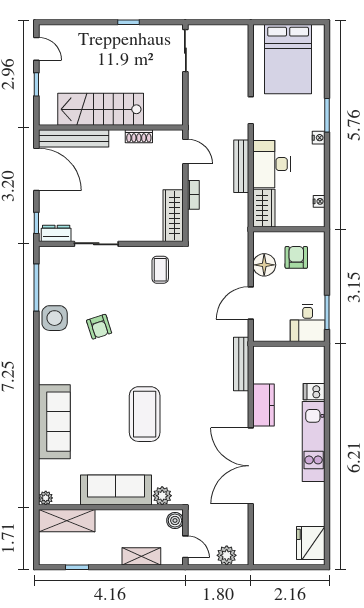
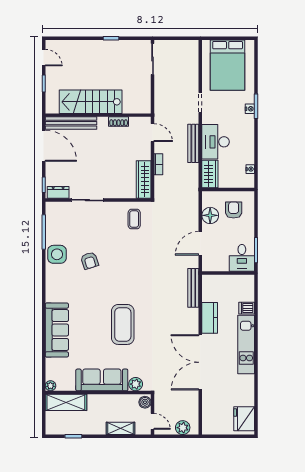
nightstand: (319, 138) -> (250, 109), moved

